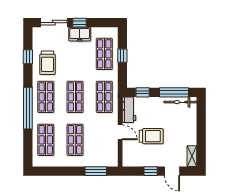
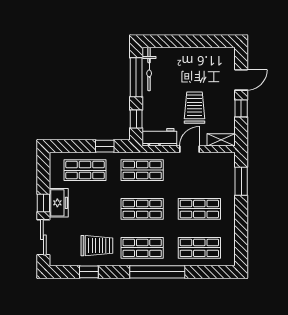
window: (122, 56) -> (105, 146), moved
shelving: (192, 156) -> (221, 140), moved

